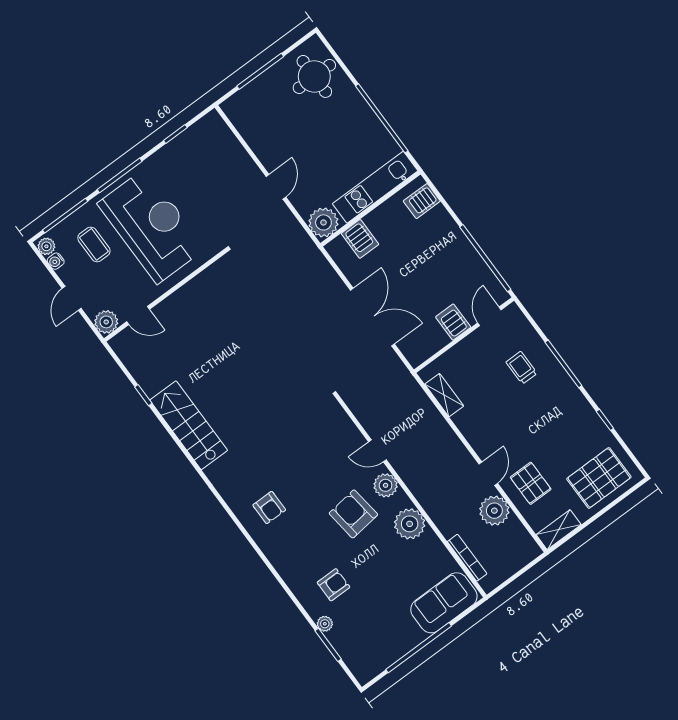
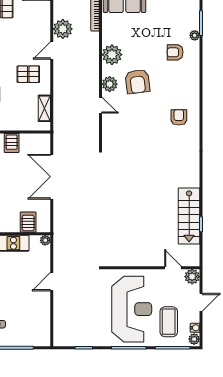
plant: (323, 222) -> (45, 240), width x0.53, depth x0.53
reception desk: (151, 226) -> (132, 309), turned 180
coffee table: (94, 244) -> (169, 322), width x1.36, depth x1.30
stairs: (189, 425) -> (189, 216), moved
pallet: (531, 483) -> (28, 74), moved, turned 90

